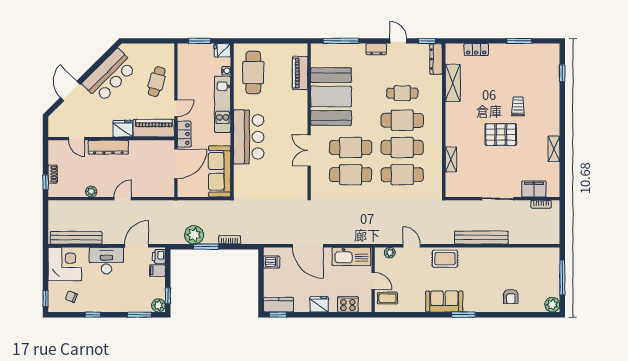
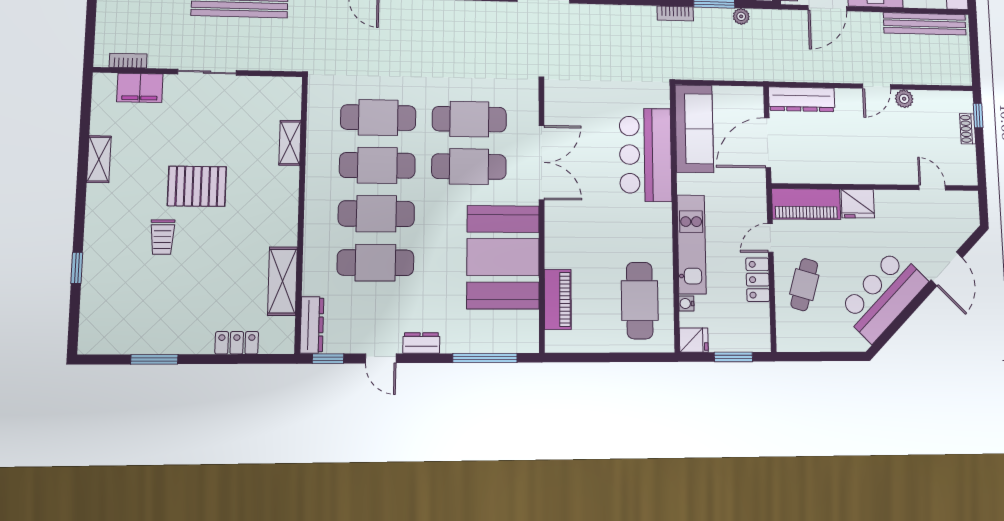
window: (562, 73) -> (77, 268), moved
cafe table: (402, 93) -> (375, 263), width x1.37, depth x1.35
locker: (184, 134) -> (758, 280), moved
bar counter: (249, 137) -> (645, 155), moved
dresser: (108, 147) -> (802, 99), moved, turned 180
double door: (309, 150) -> (542, 162), width x1.37
door: (123, 199) -> (877, 86), moved
plant: (194, 235) -> (741, 16), width x0.53, depth x0.53

